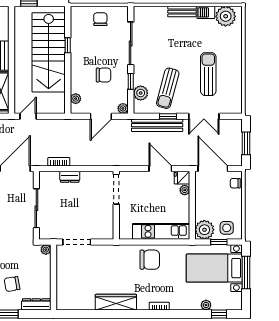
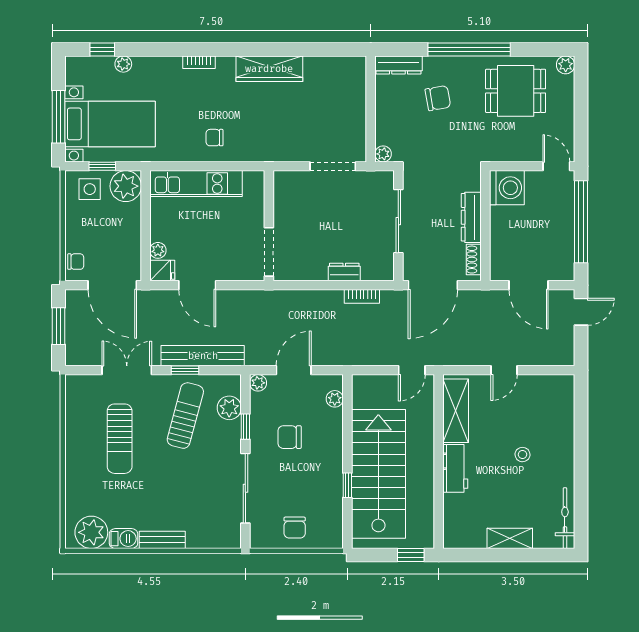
chair: (150, 260) -> (215, 138), width x0.54, depth x0.54

